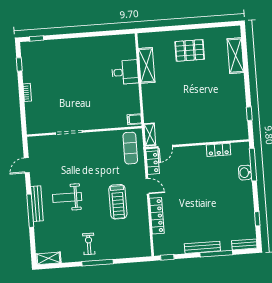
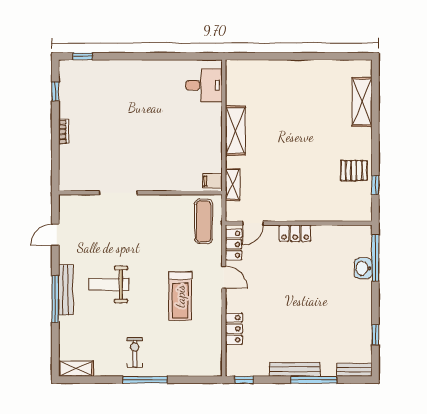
pallet: (190, 50) -> (354, 171), moved, width x0.67, depth x0.71
shelving: (147, 65) -> (235, 131), moved
desk: (125, 72) -> (204, 85), moved
shelving: (150, 135) -> (233, 184), moved
locker: (219, 150) -> (295, 233), moved
locker: (157, 216) -> (234, 329), width x0.66

